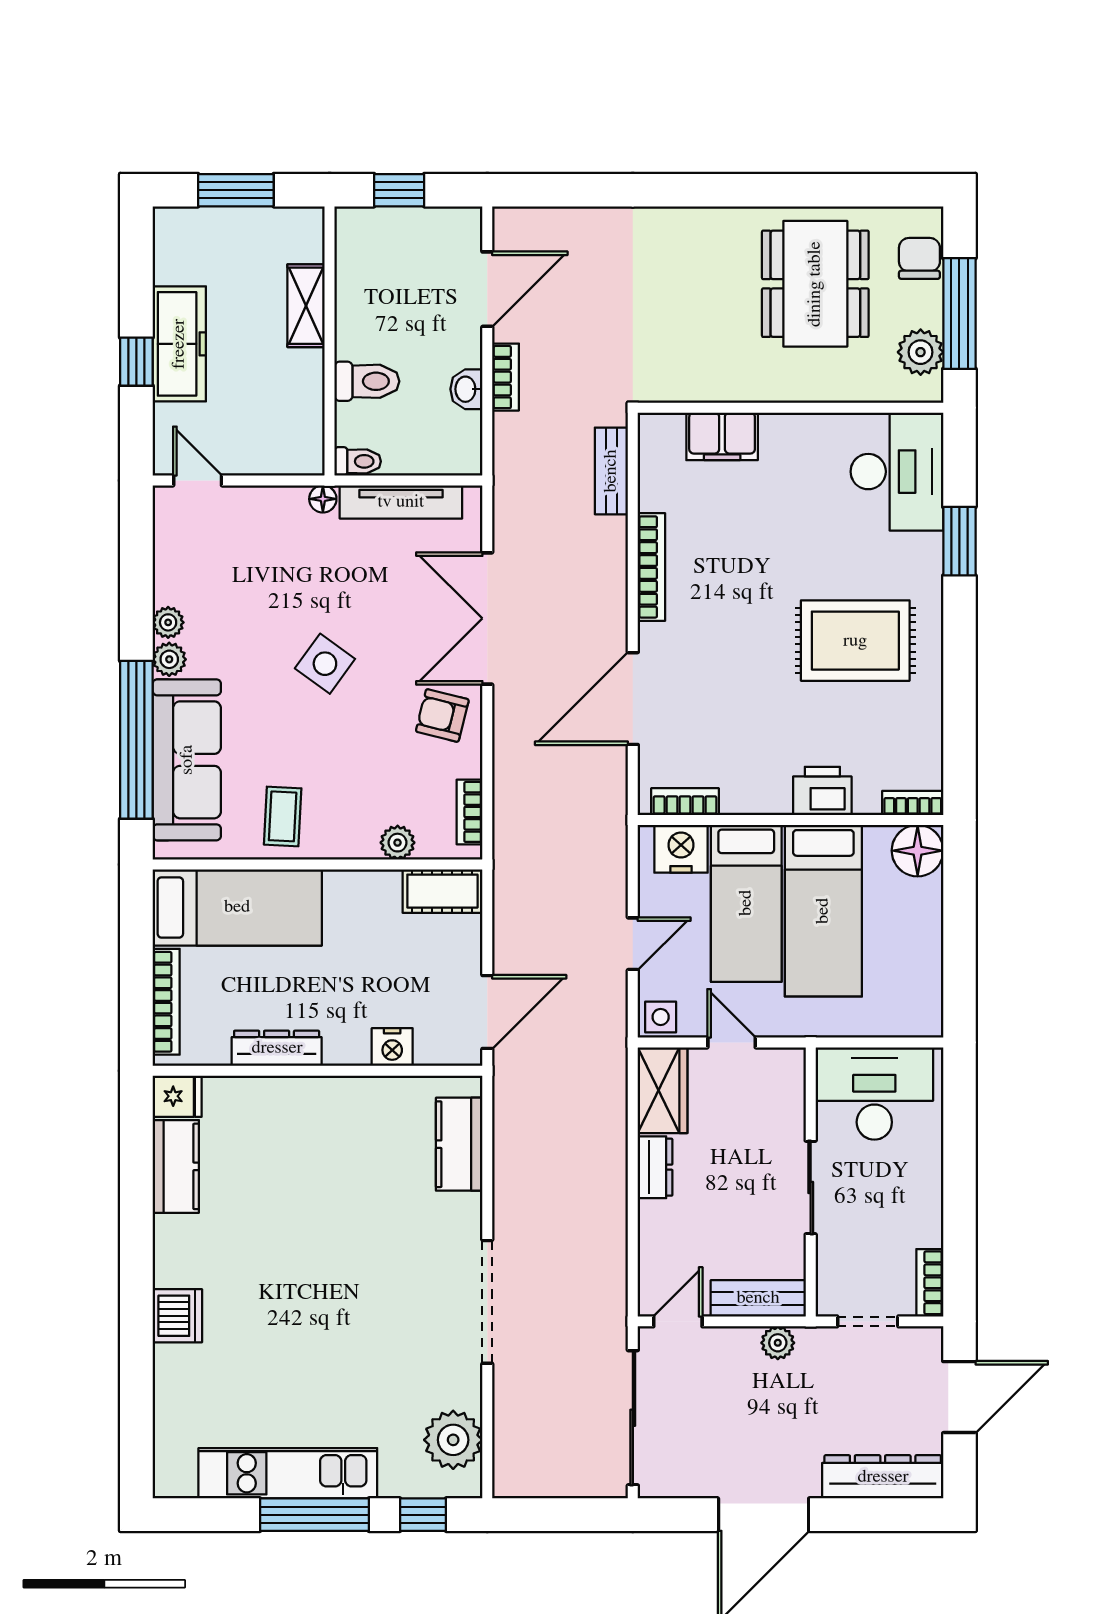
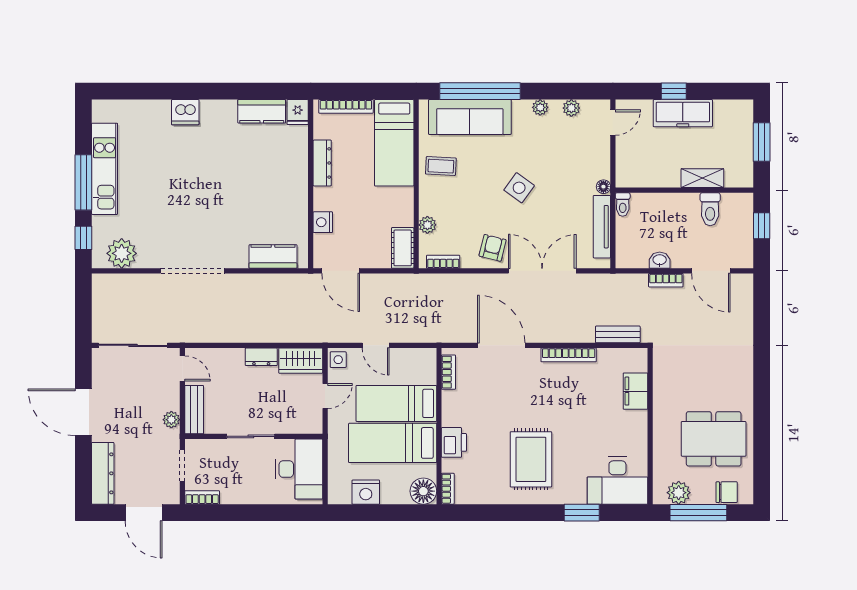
toilet: (367, 381) -> (710, 209), moved
plant: (169, 659) -> (571, 108), moved
nightstand: (681, 849) -> (366, 492), moved, turned 90

